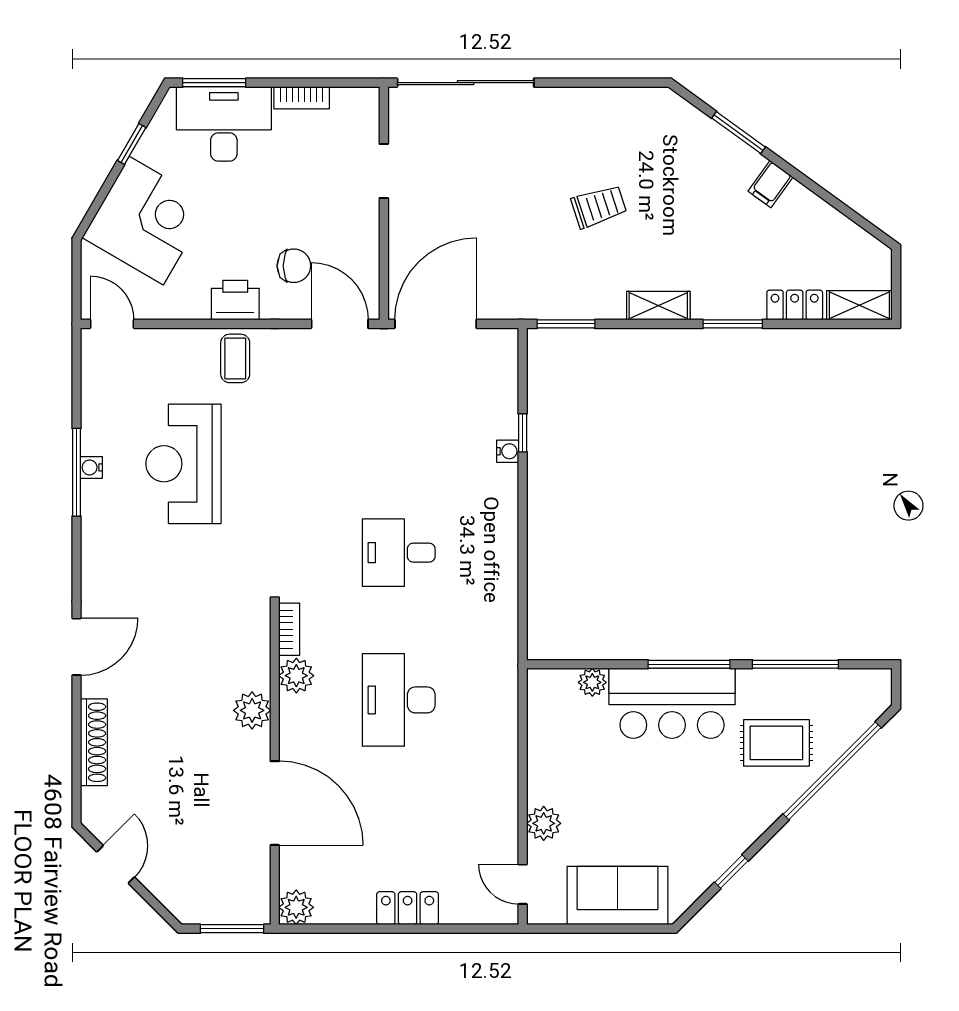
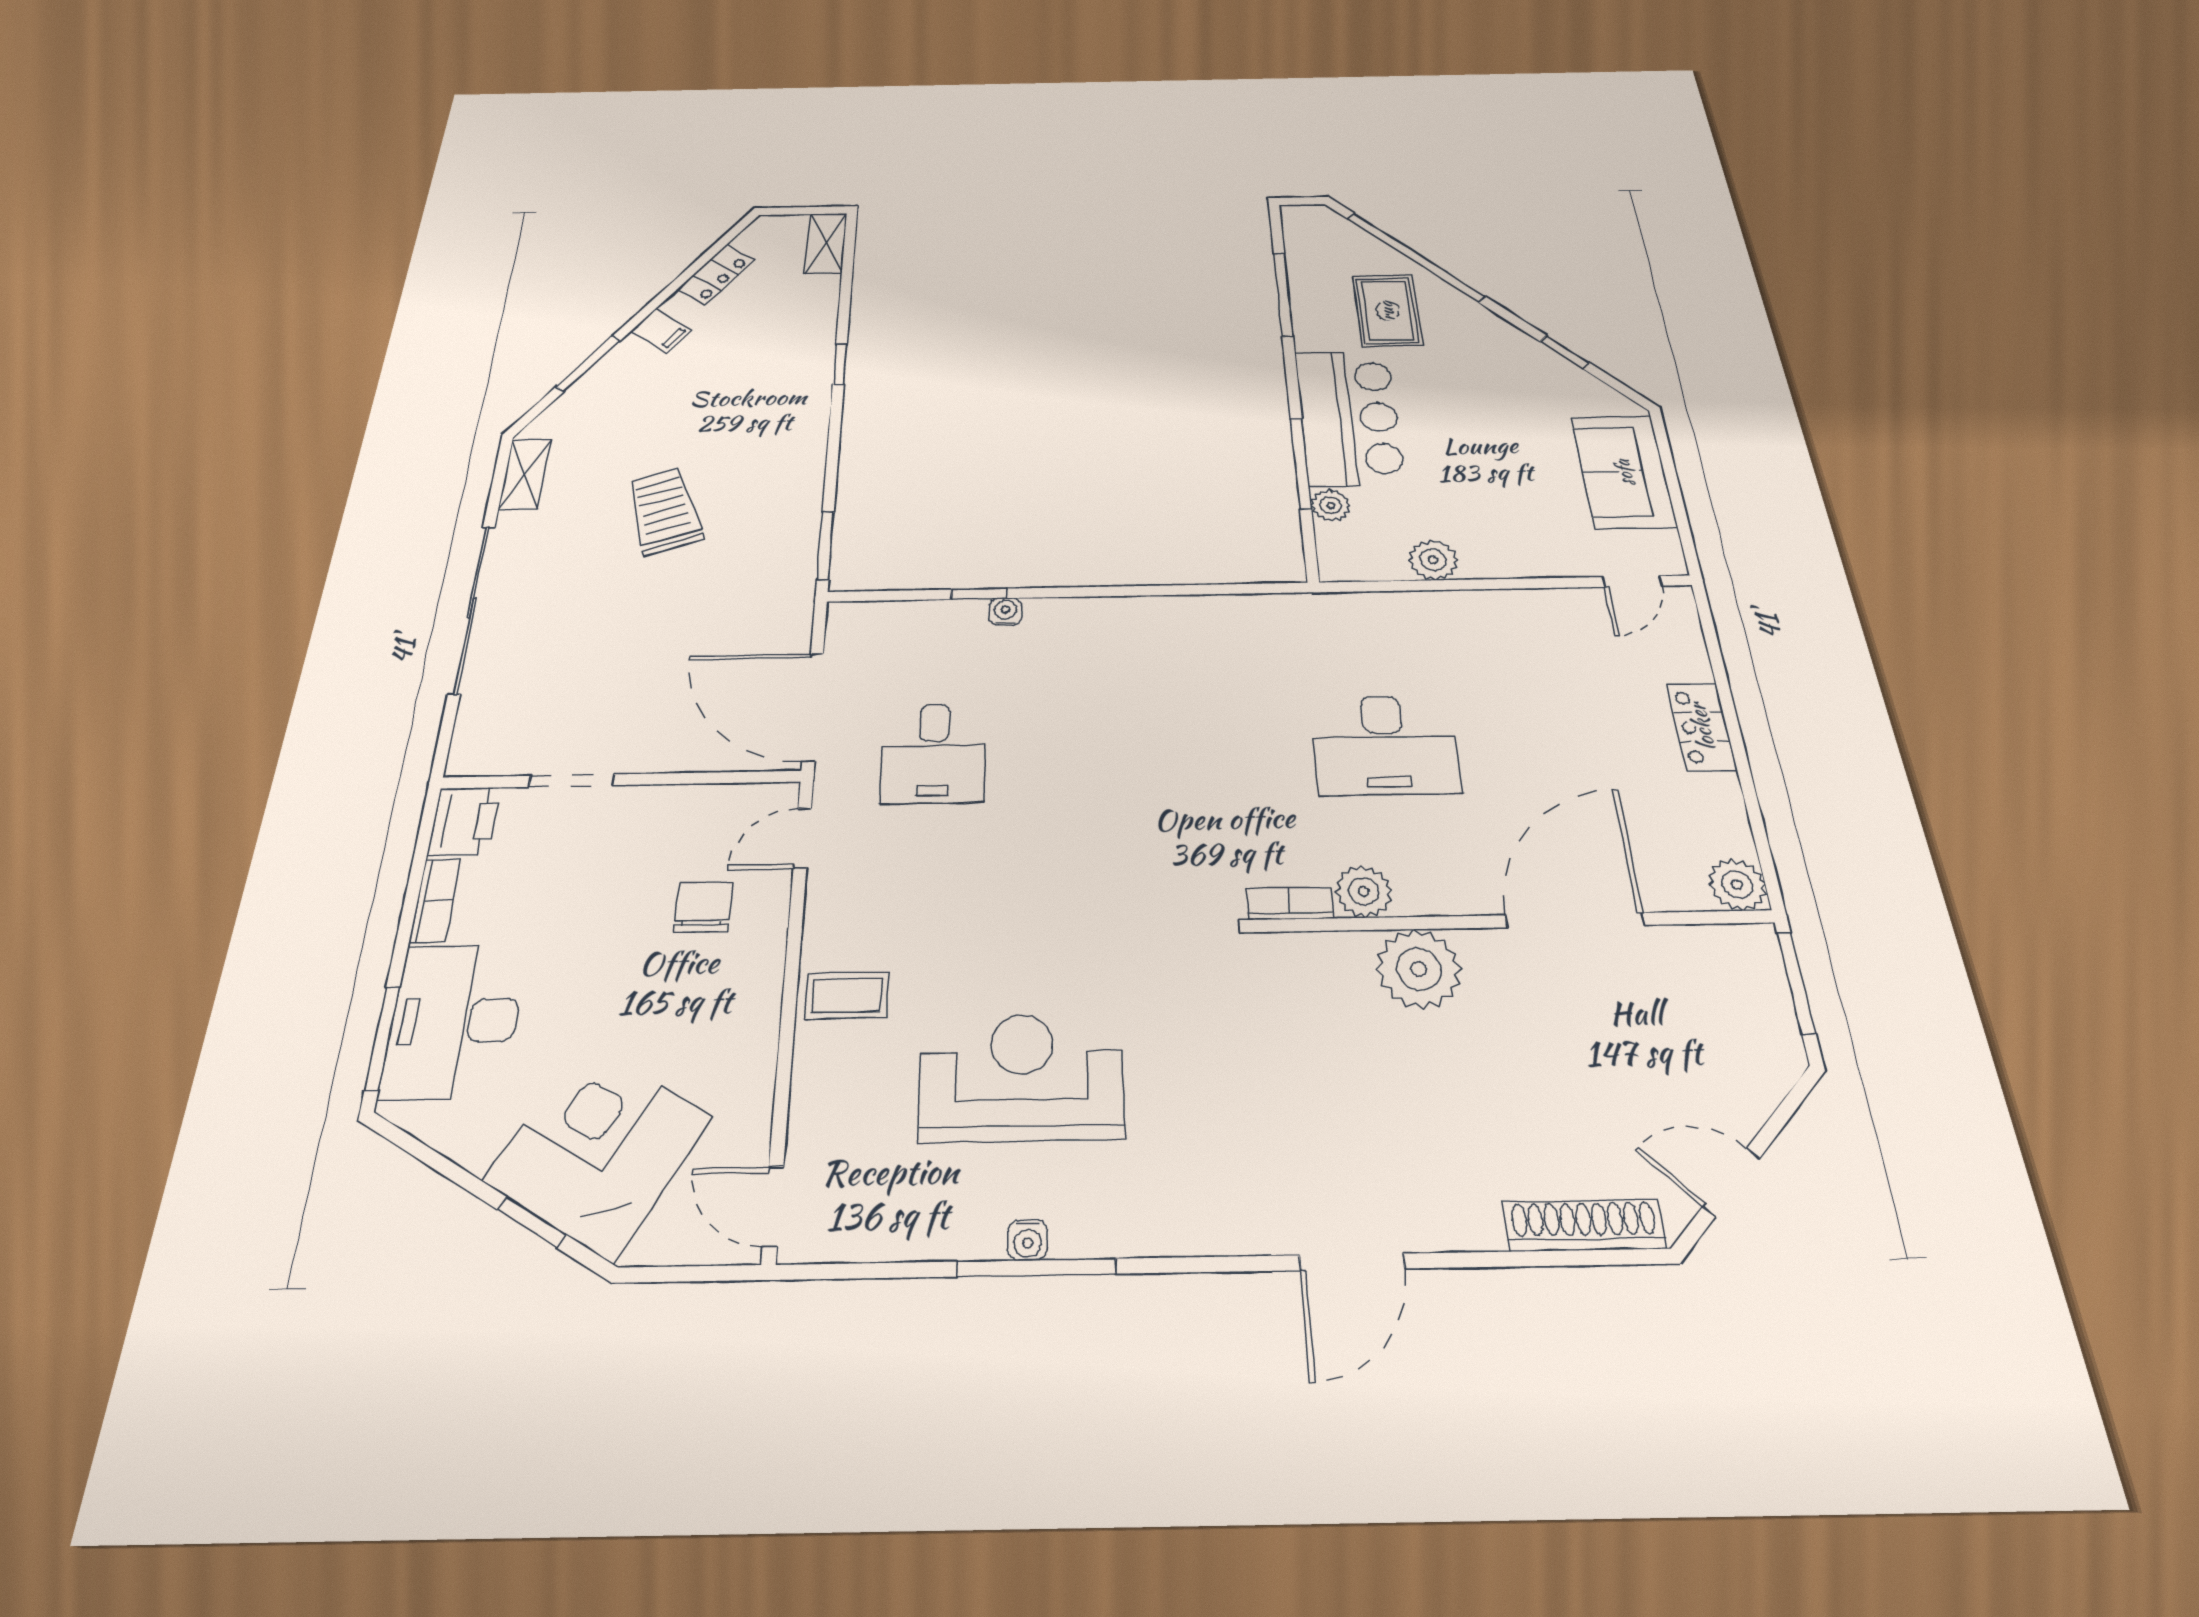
sliding door: (466, 83) -> (472, 608), moved
window: (132, 144) -> (531, 1222), moved
trolley: (599, 206) -> (664, 511), width x1.36, depth x1.39
printer: (235, 300) -> (464, 821), moved, turned 180
locker: (795, 305) -> (716, 275), moved, turned -144
shelving: (658, 306) -> (525, 474), moved
door: (112, 324) -> (773, 1206), hinge flipped
door: (340, 324) -> (802, 838), width x0.73
window: (733, 324) -> (840, 365), width x0.67
reception desk: (183, 464) -> (1022, 1077), turned 180
desk: (399, 553) -> (934, 753), moved
door: (76, 647) -> (1352, 1262), swing flipped
window: (689, 664) -> (1301, 463), moved
plant: (252, 710) -> (1419, 969), width x1.36, depth x1.36
shoe rack: (94, 742) -> (1584, 1225), moved
plant: (544, 823) -> (1433, 560), moved

